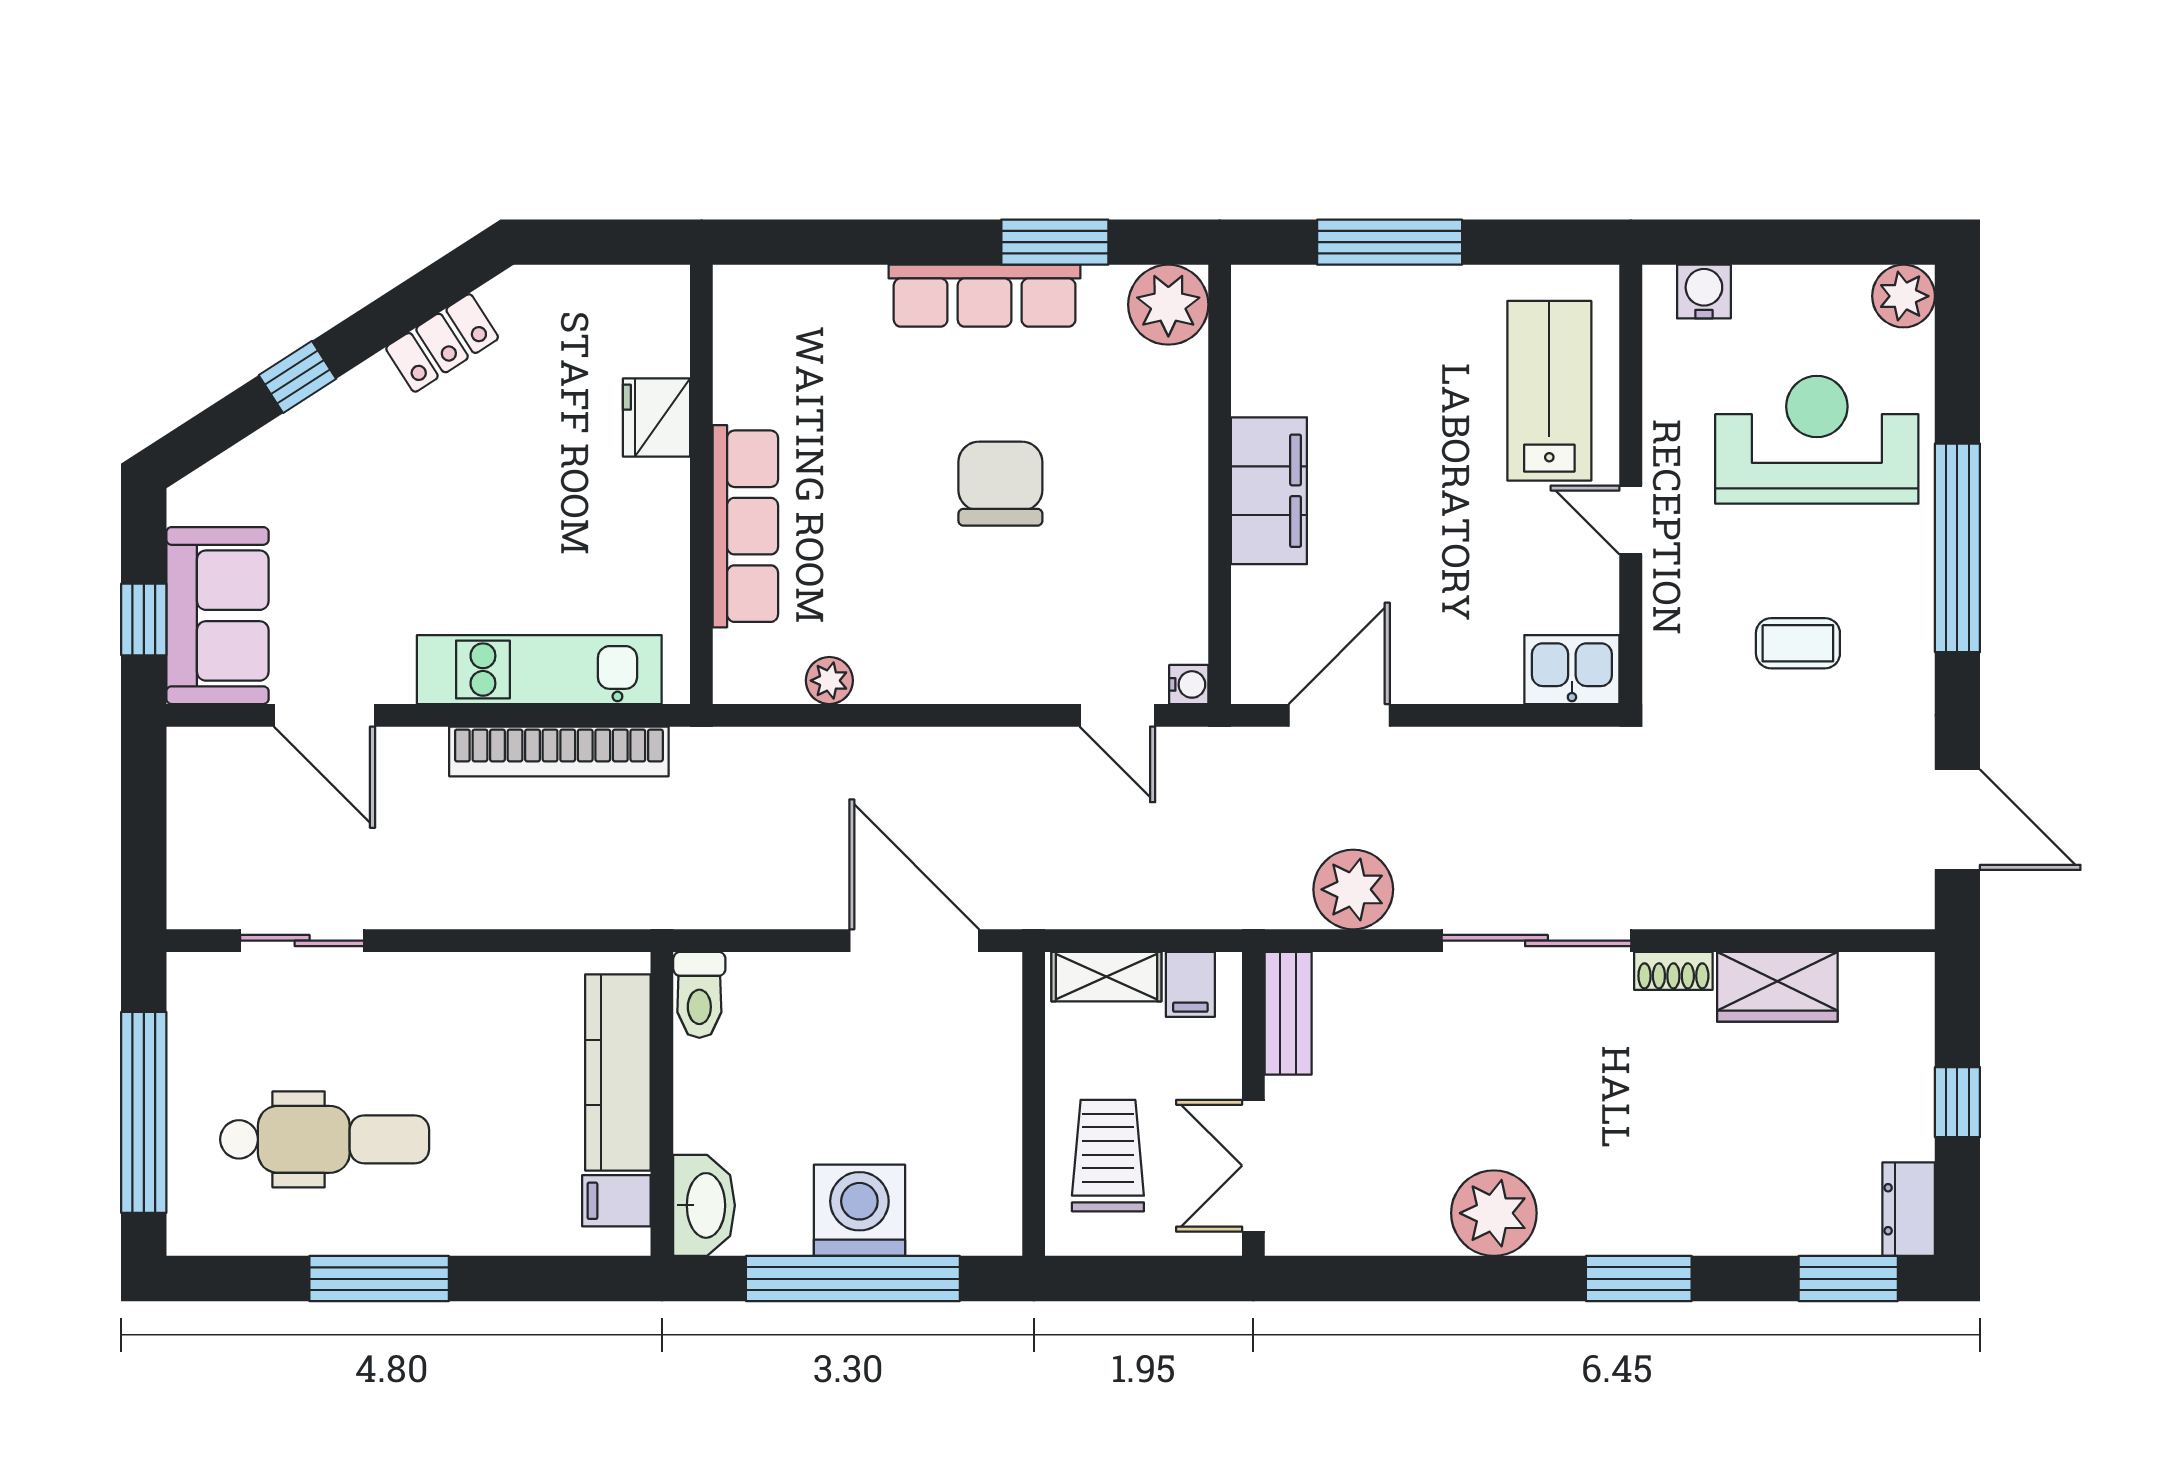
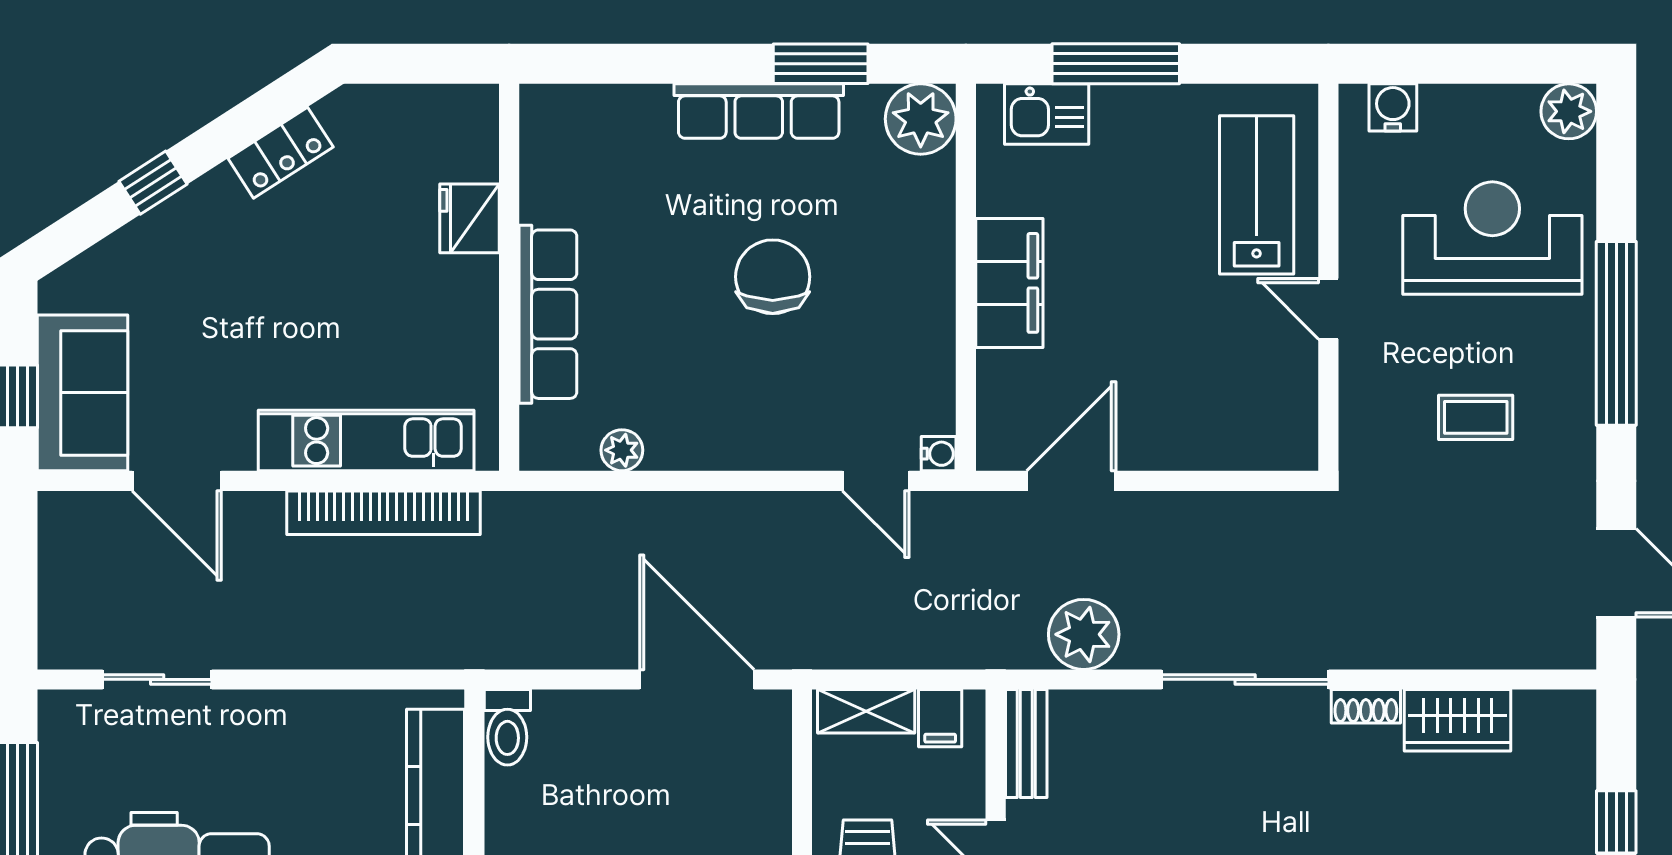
kitchen sink: (1572, 670) -> (1047, 114), moved, turned 180

